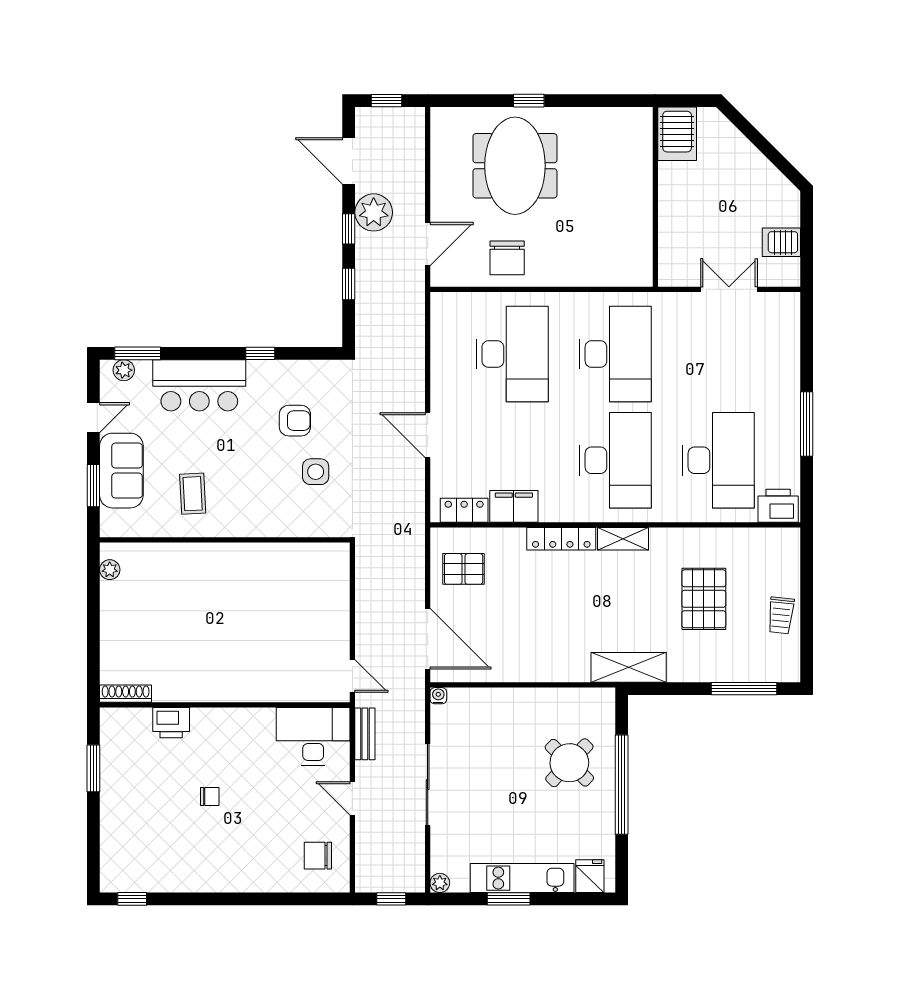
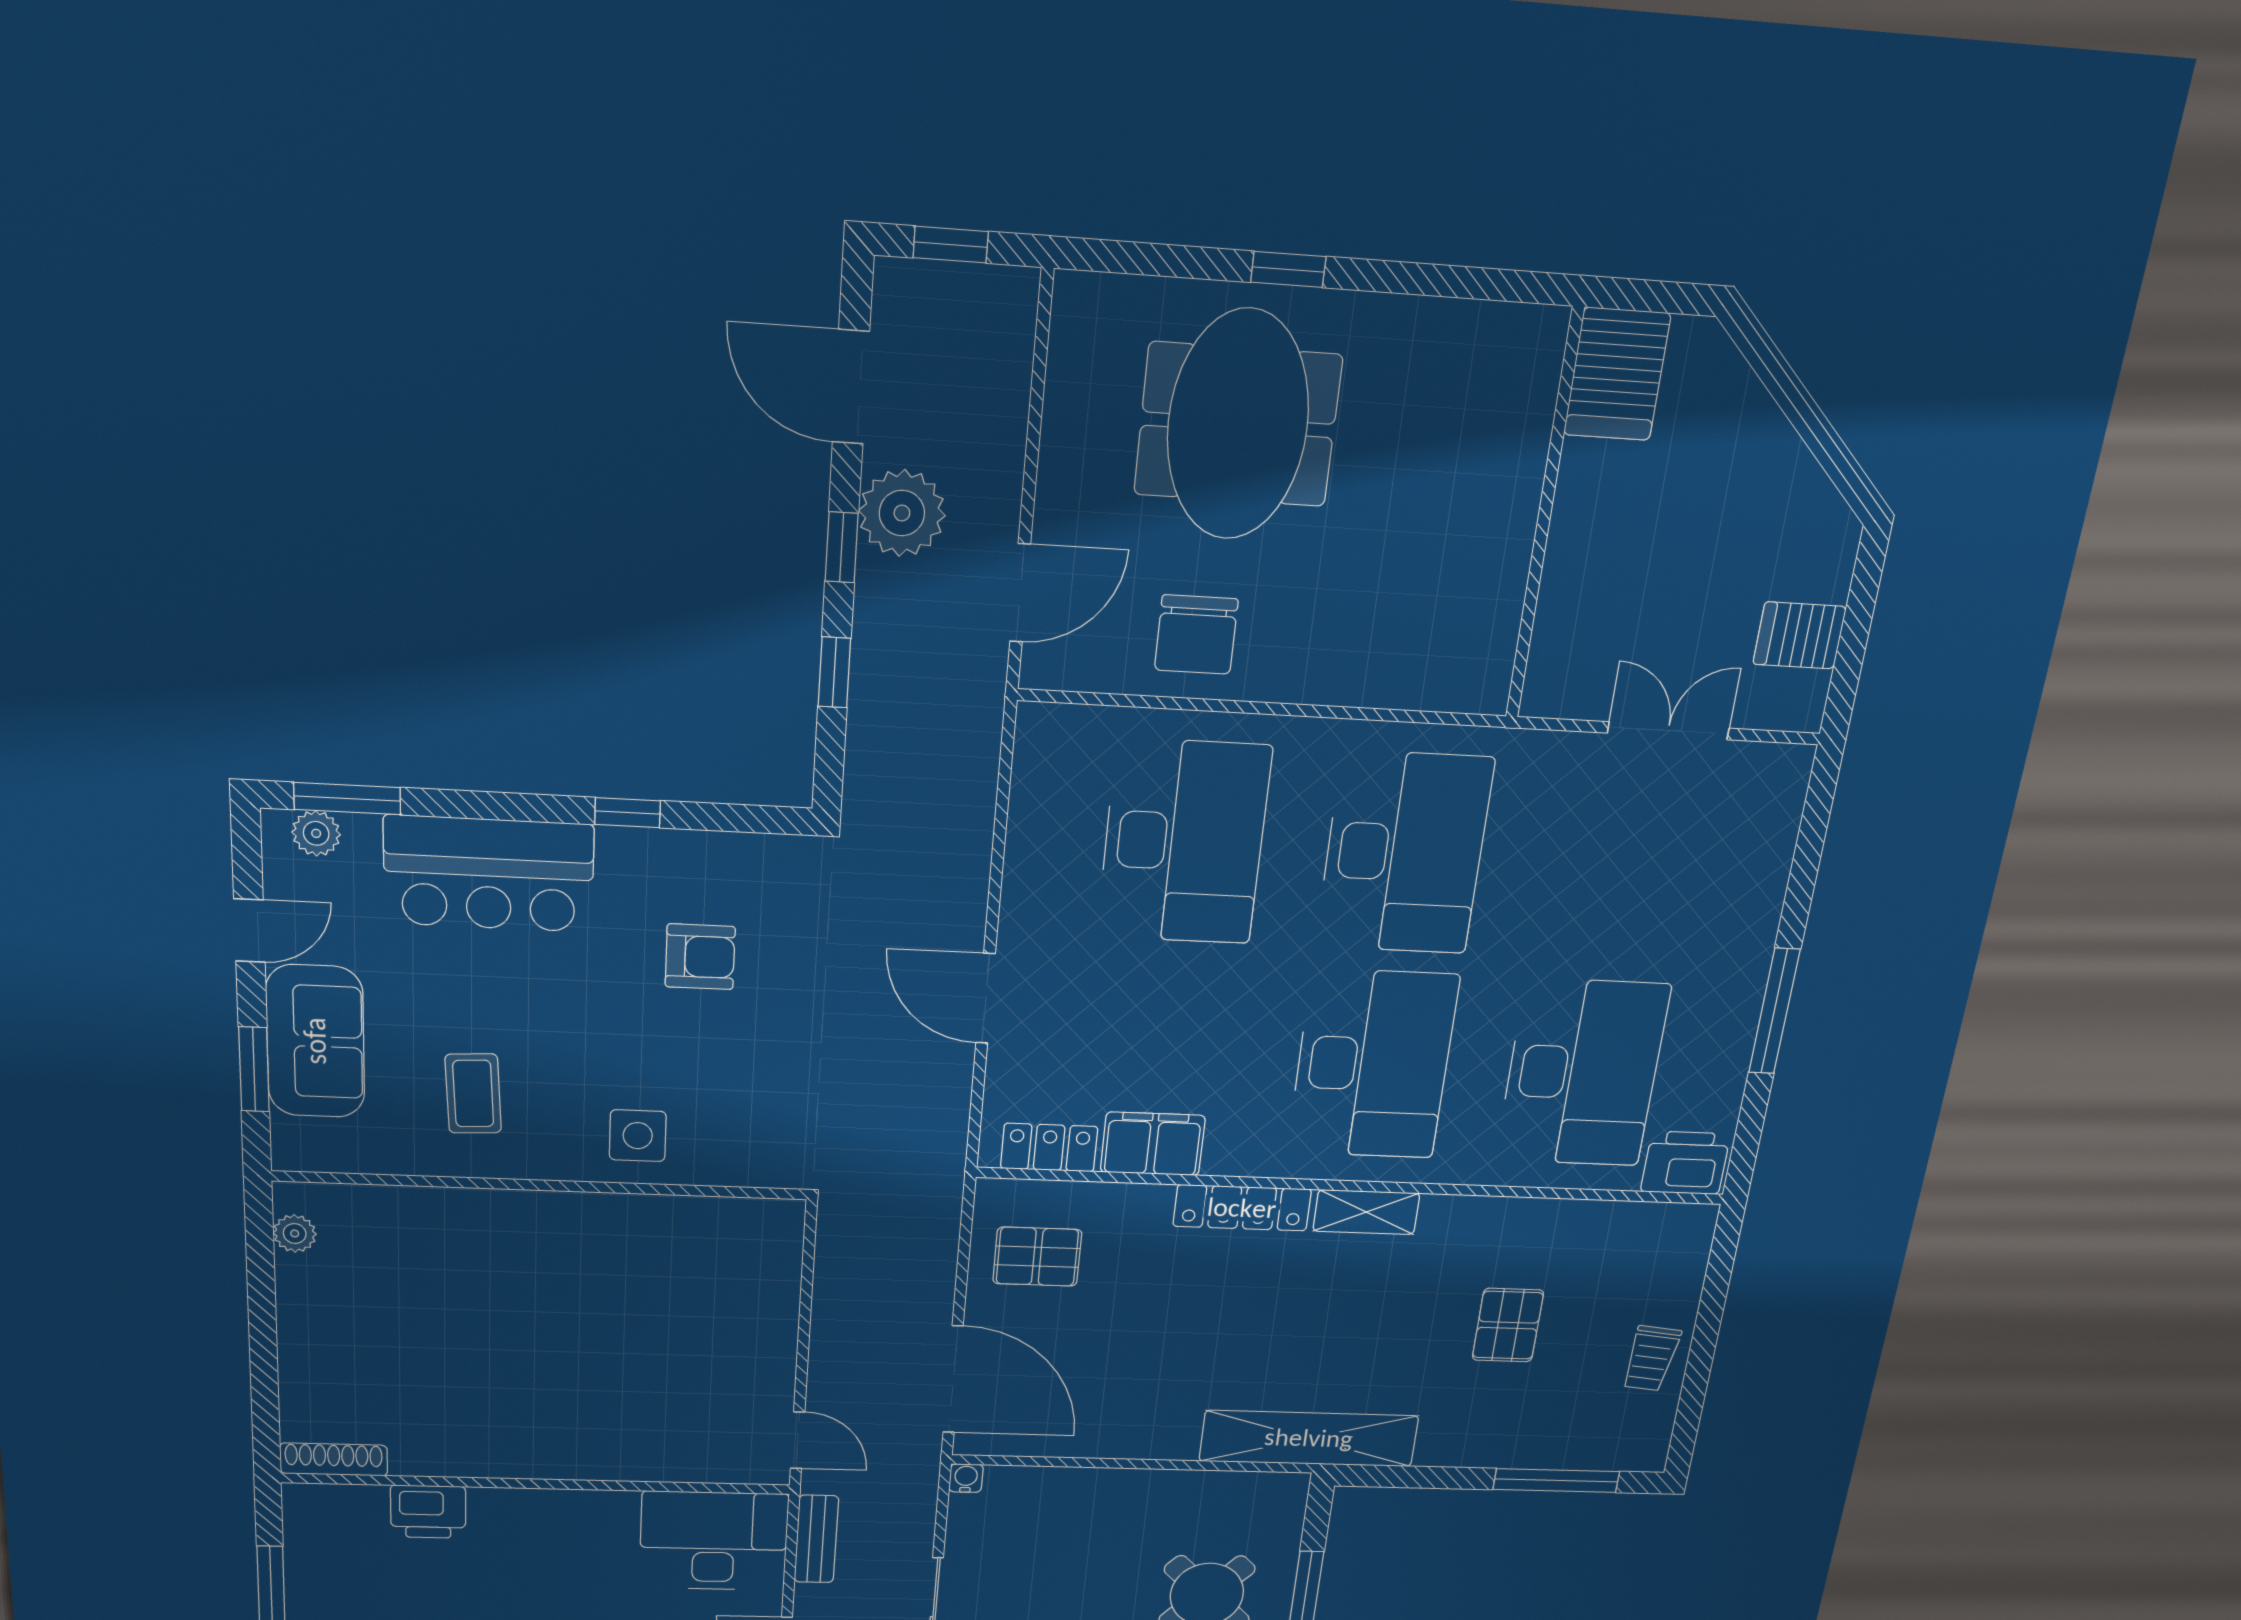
side table: (316, 472) -> (638, 1136), moved
pallet: (704, 599) -> (1508, 1325), width x0.67, depth x0.71
shelving: (629, 667) -> (1309, 1438), width x1.47

